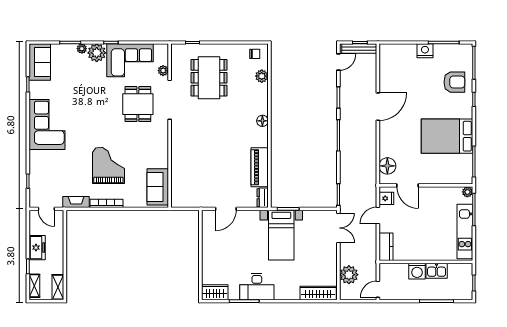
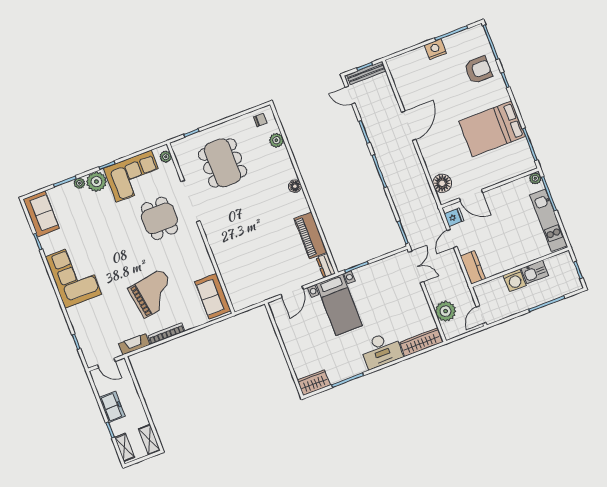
door: (338, 62) -> (350, 95), swing flipped
plant: (163, 71) -> (166, 157), moved
grand piano: (108, 165) -> (153, 294), turned 81
bed with nightstands: (281, 235) -> (339, 305), moved
desk: (257, 287) -> (381, 350), moved

